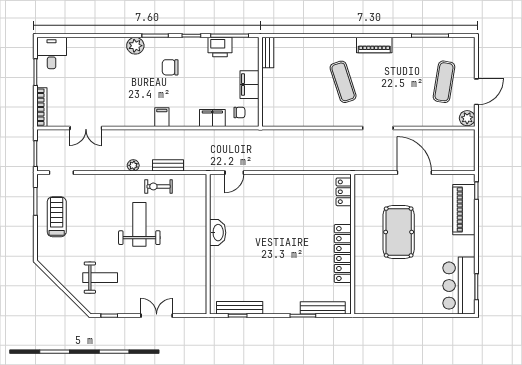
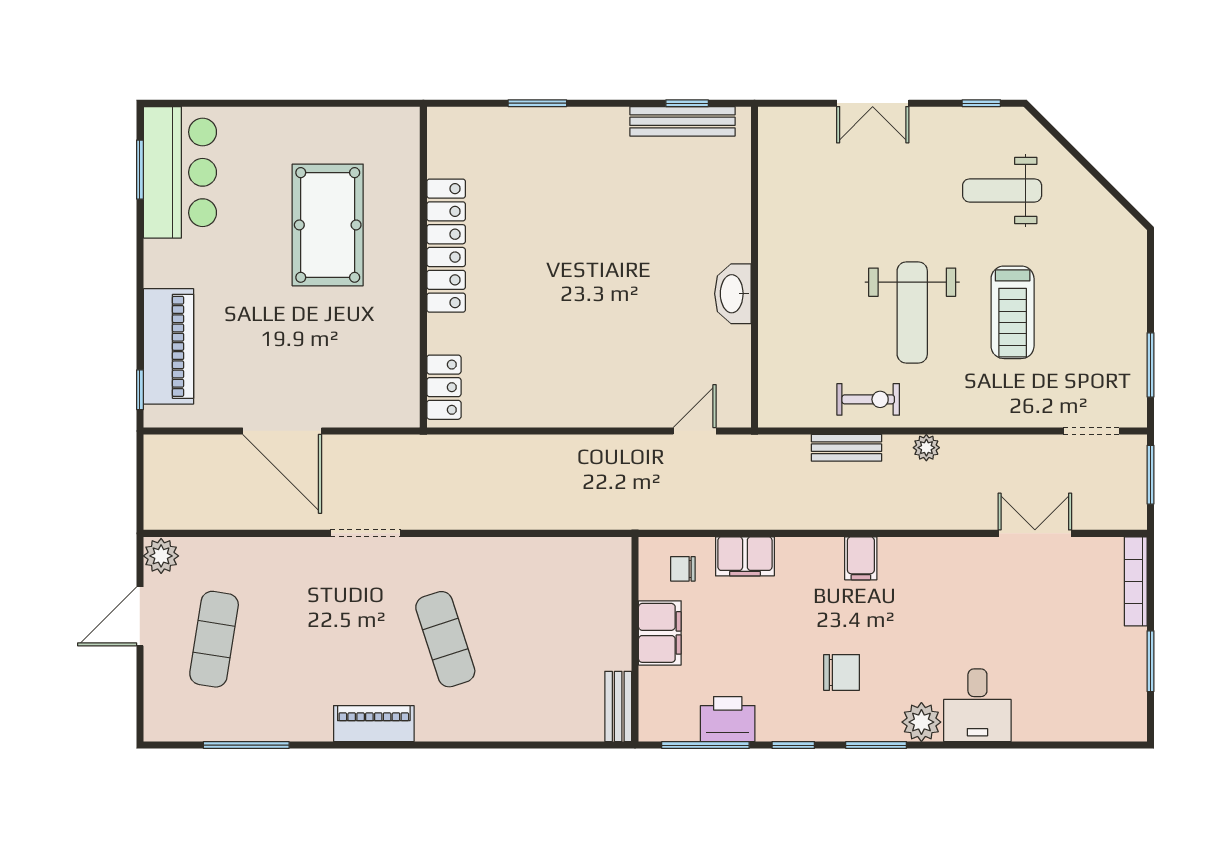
desk: (52, 53) -> (977, 705), moved
treadmill: (57, 217) -> (1013, 312), moved
pool table: (399, 232) -> (328, 225), moved
bench: (323, 308) -> (492, 121), removed

